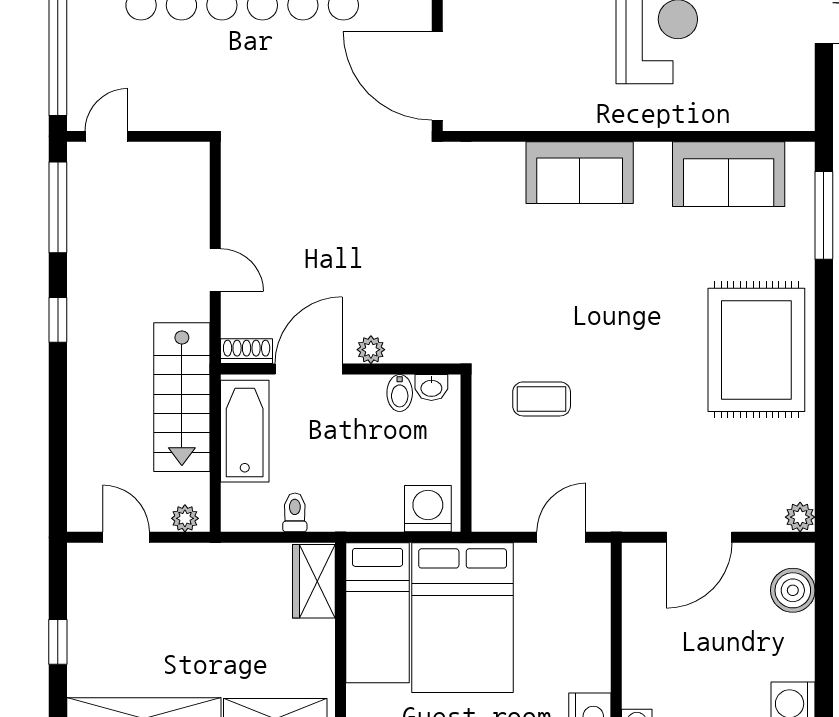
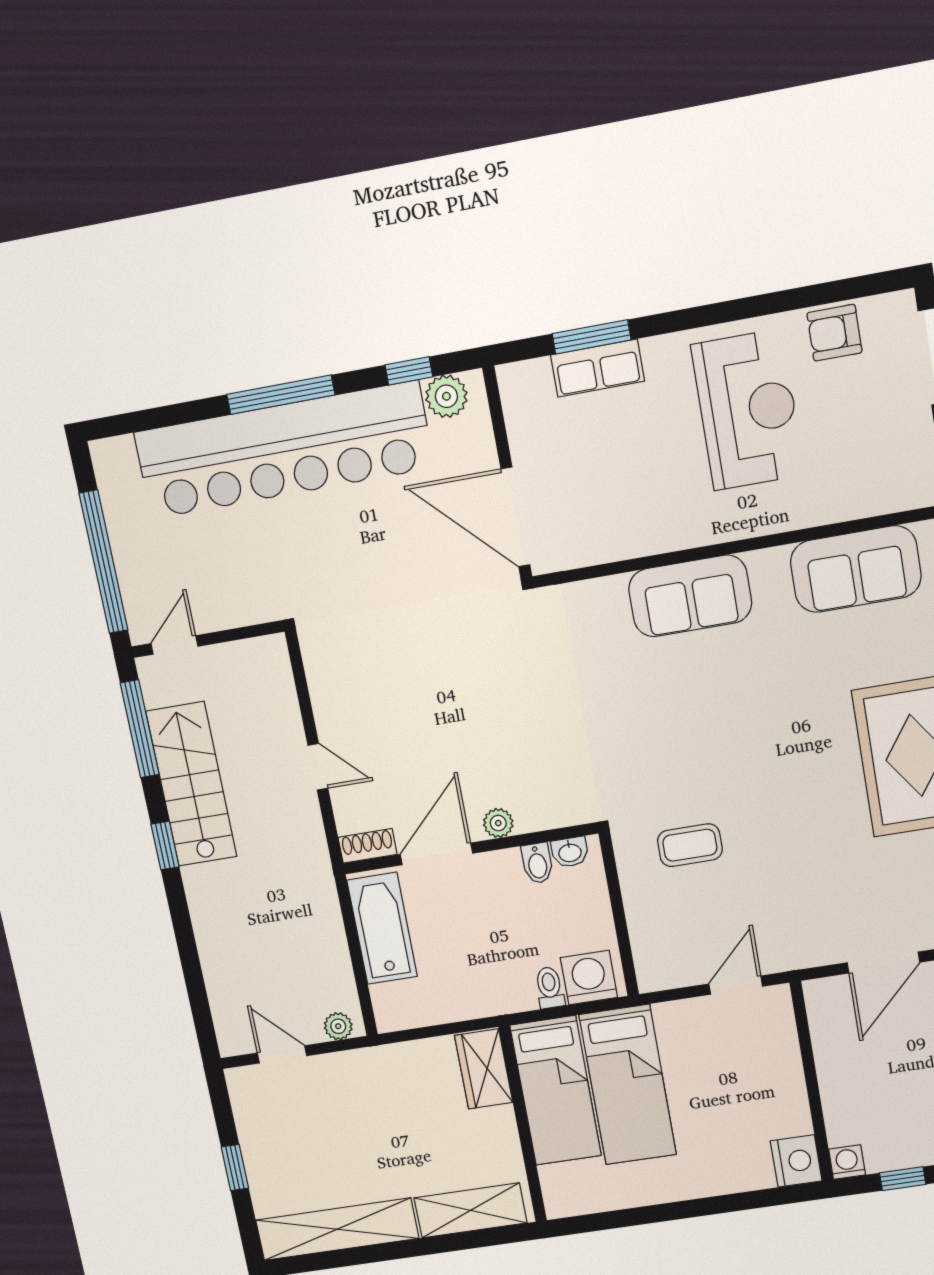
stairs: (182, 397) -> (191, 784), moved, turned 180
toilet: (295, 512) -> (550, 988), moved
bed: (463, 618) -> (628, 1085), width x0.67

